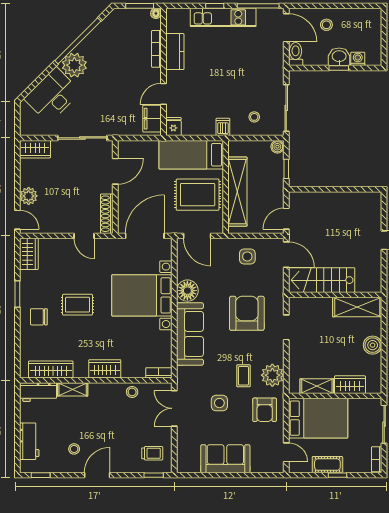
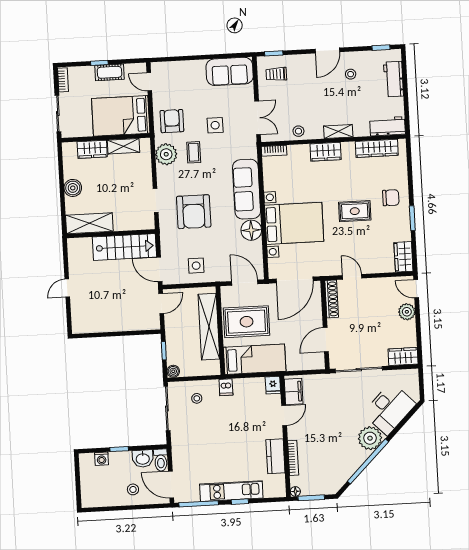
washbasin: (339, 57) -> (143, 459), moved
shelving: (73, 389) -> (338, 131), moved
sofa: (225, 459) -> (230, 71), moved

